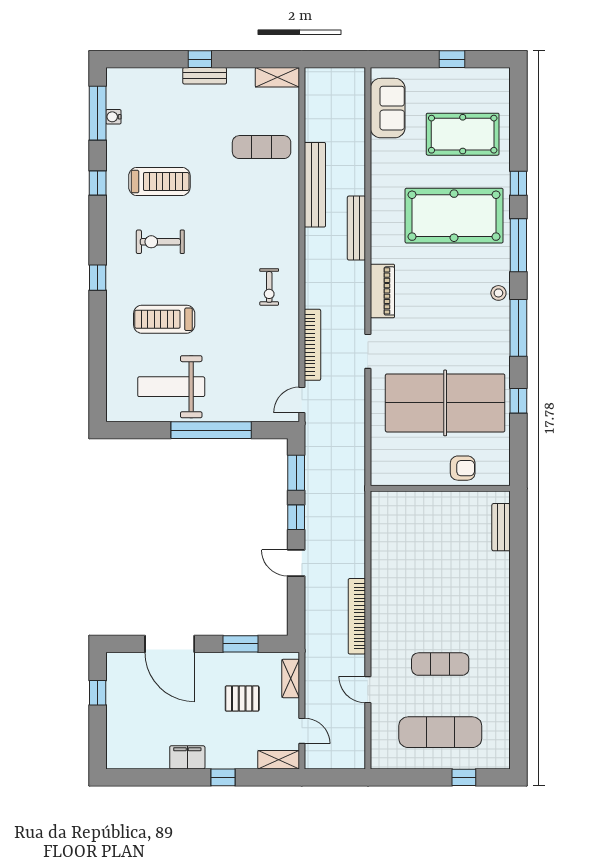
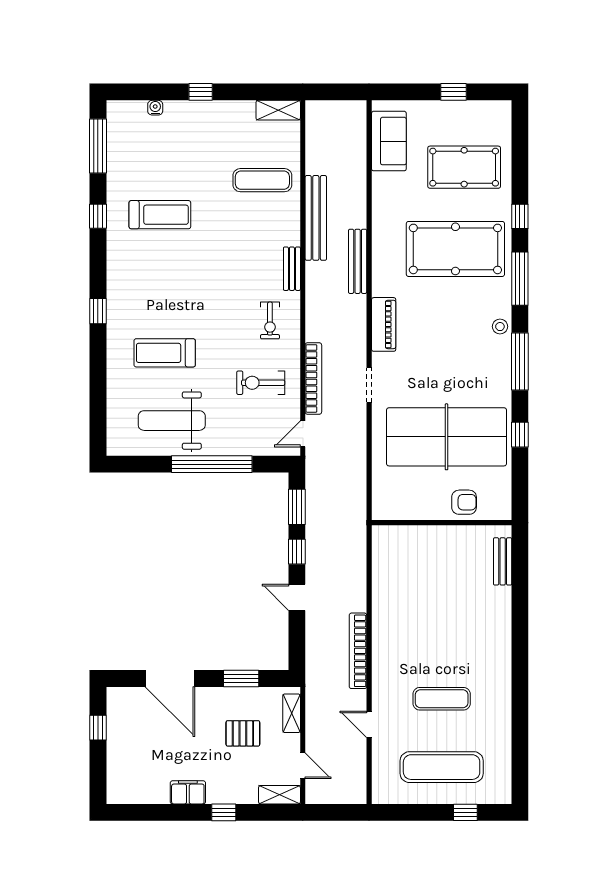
bench: (205, 76) -> (292, 269), moved, turned 90
water cooler: (113, 117) -> (155, 108), moved, turned 90
exercise bike: (160, 242) -> (261, 383), moved

